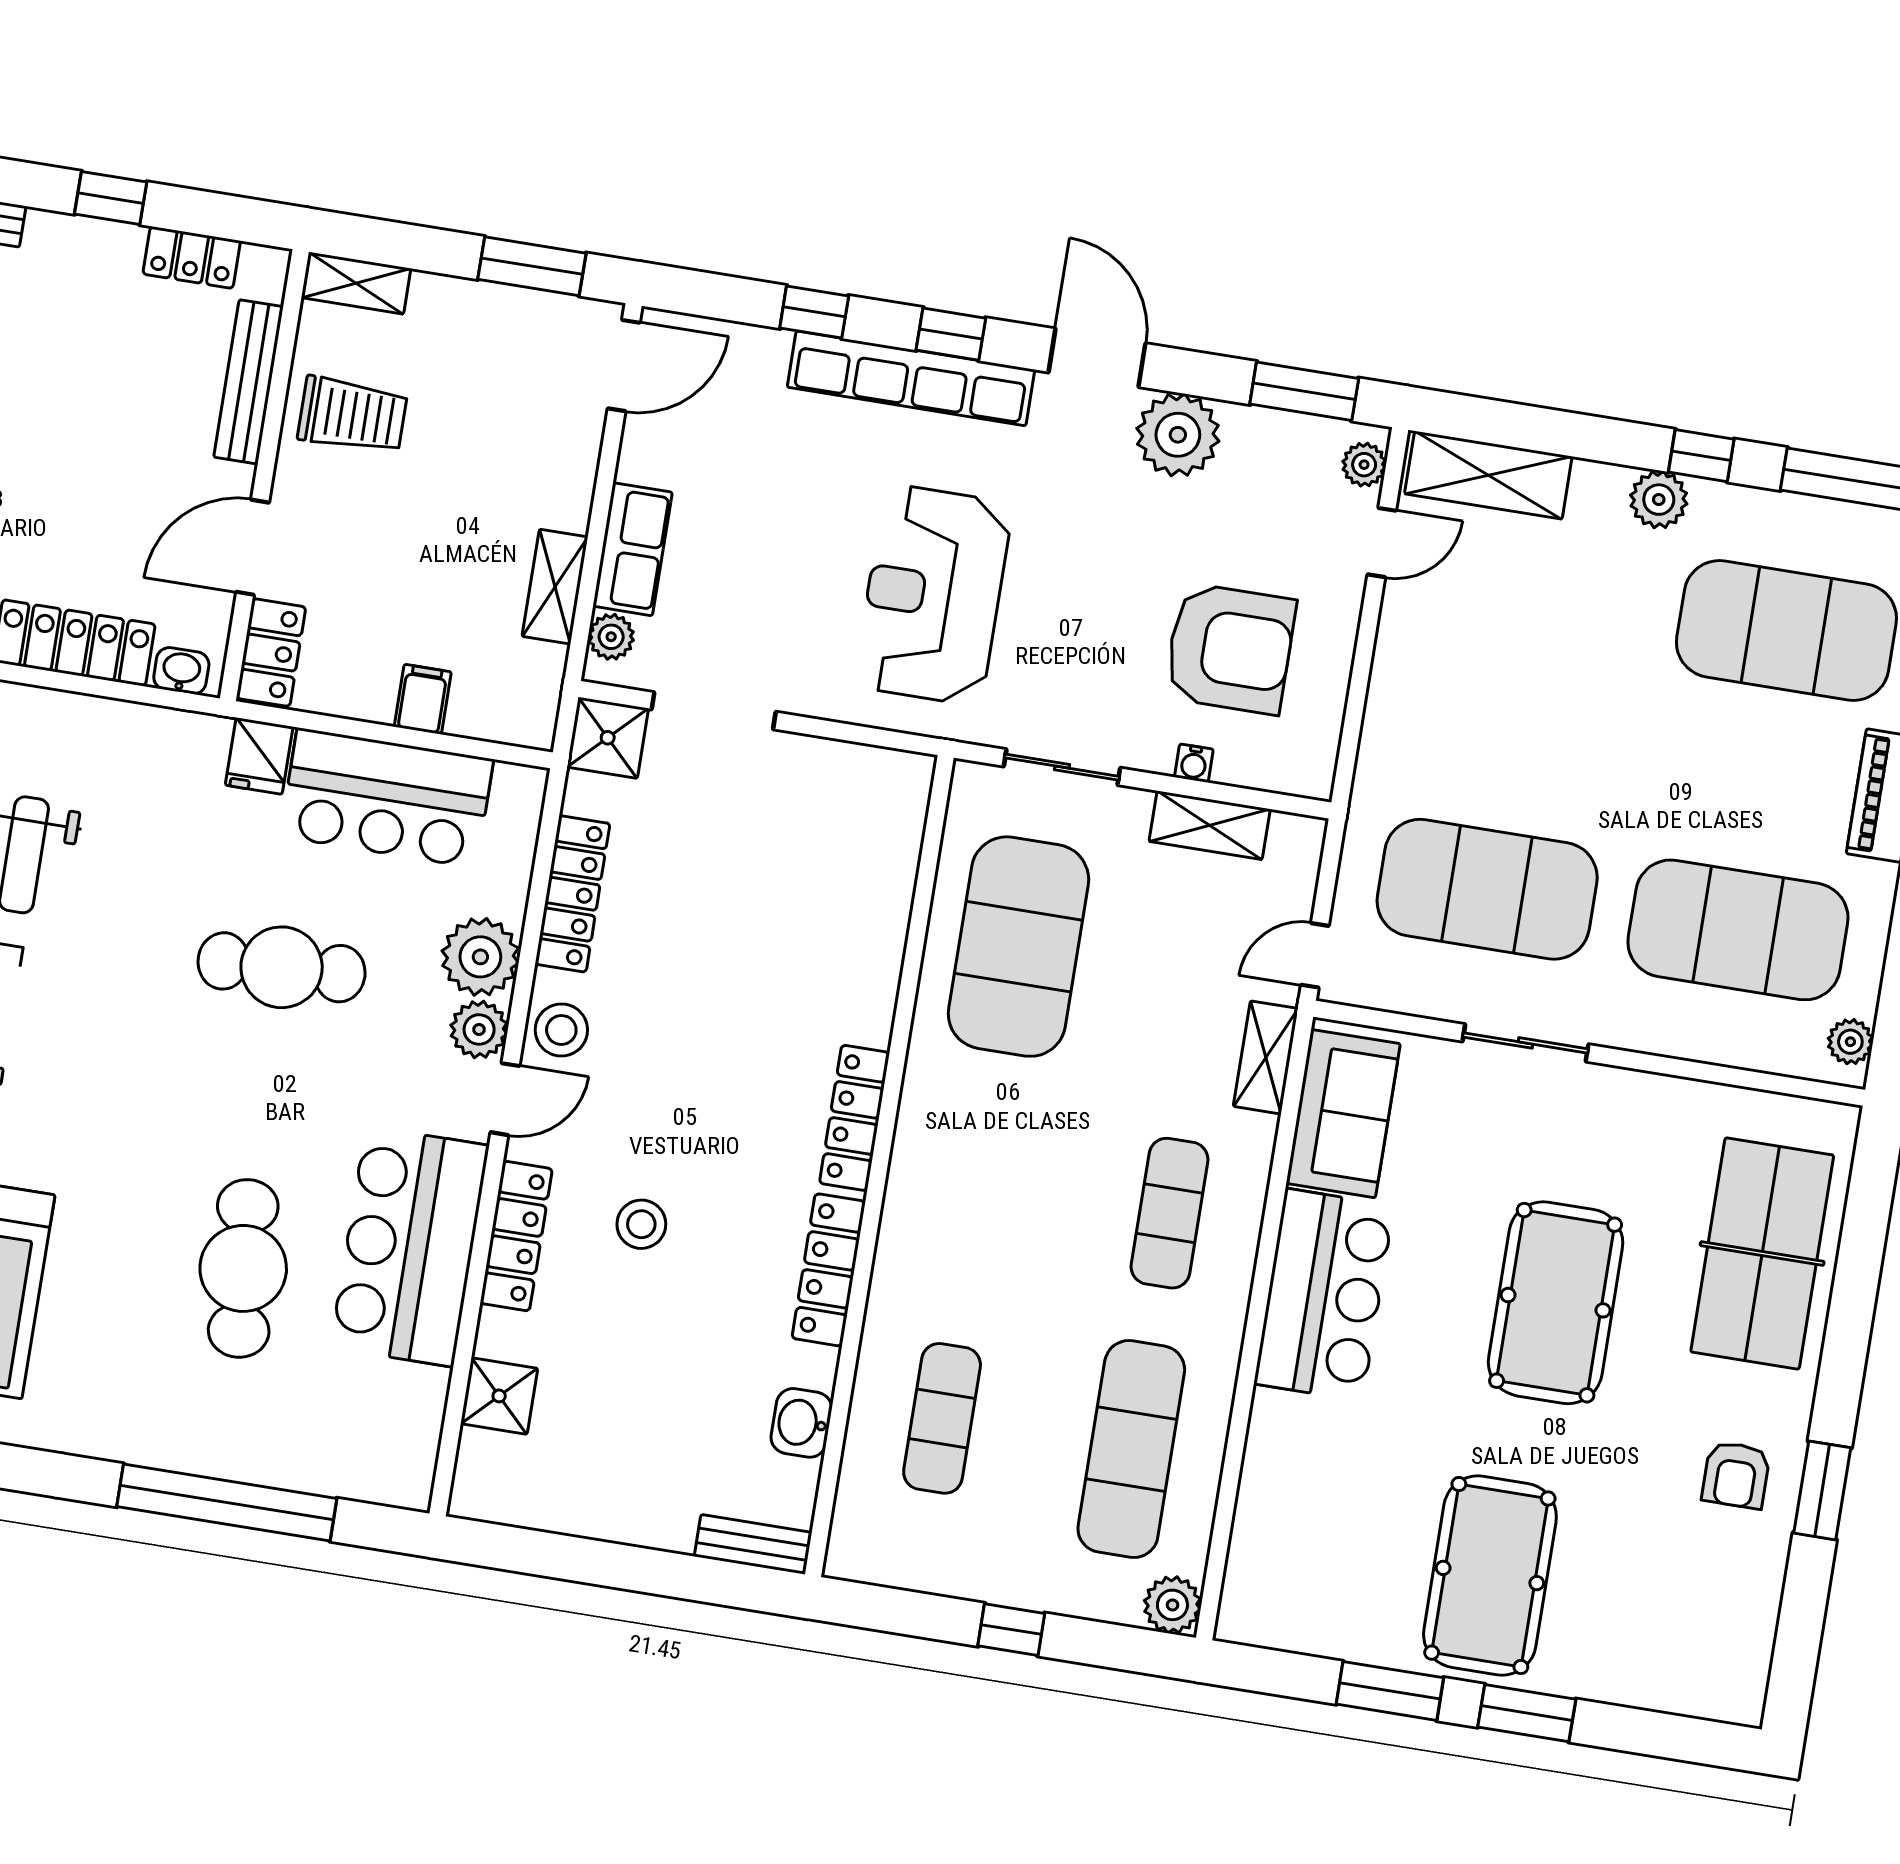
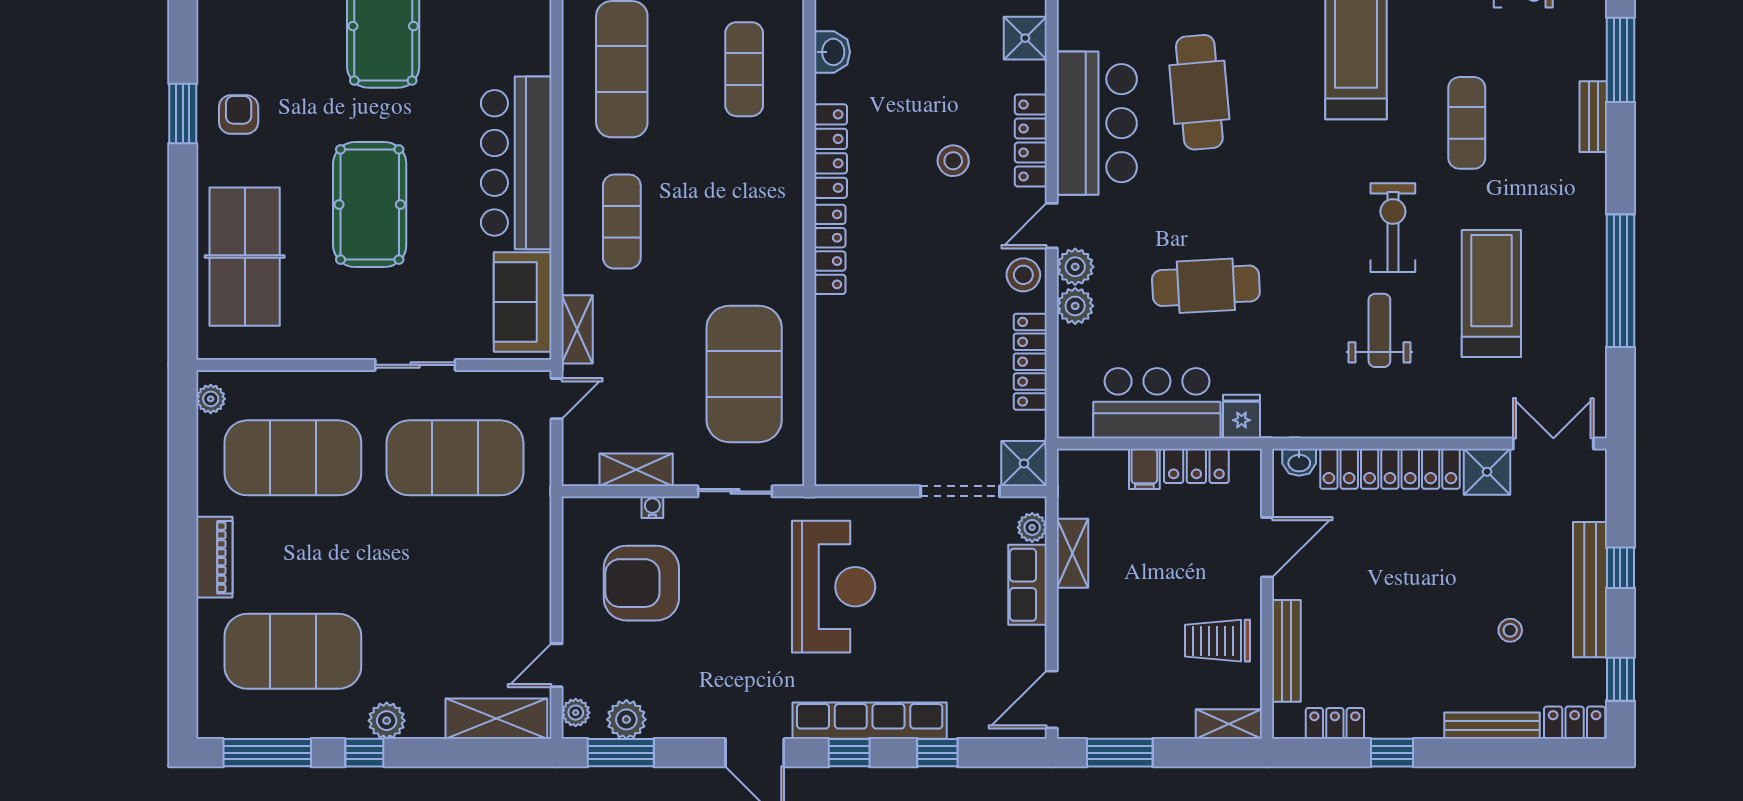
plant: (1178, 435) -> (626, 719), moved, width x0.73, depth x0.73
locker: (271, 653) -> (1196, 466), moved, turned -90
plant: (480, 957) -> (1075, 306), width x0.73, depth x0.73
bar counter: (1324, 1295) -> (516, 163), width x1.36

